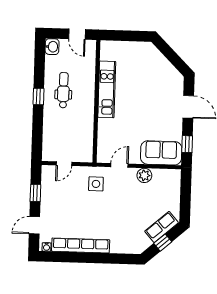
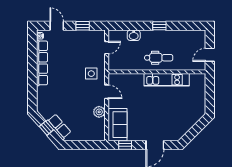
washbasin: (52, 47) -> (134, 35), moved
dental chair: (63, 90) -> (159, 58), moved
door: (64, 164) -> (107, 48), swing flipped

